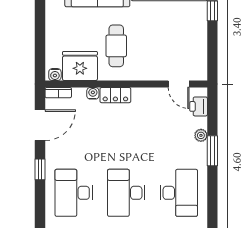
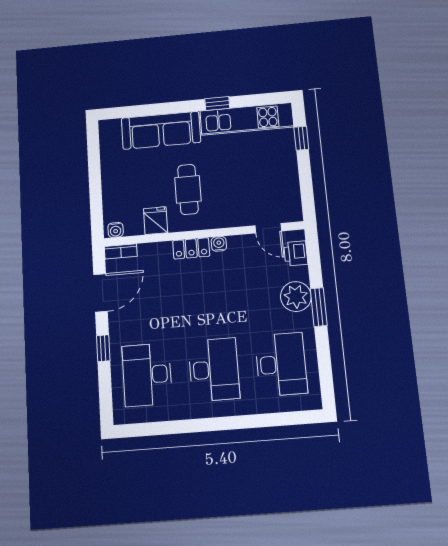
fridge: (80, 66) -> (156, 221), width x0.53, depth x0.75
water cooler: (93, 93) -> (219, 244), moved
plant: (201, 135) -> (296, 297), width x1.88, depth x1.88
desk: (126, 193) -> (214, 370), turned 180

